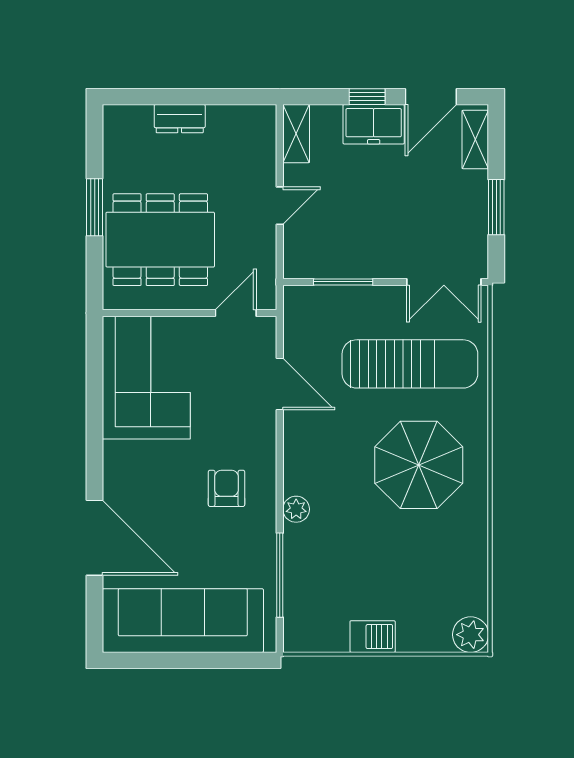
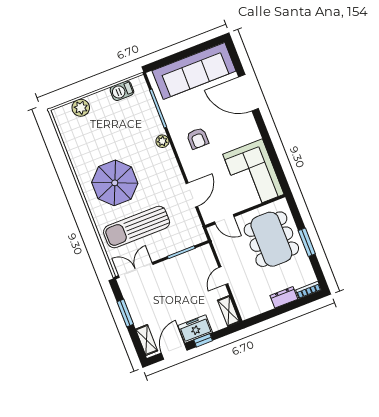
bookcase: (127, 114) -> (308, 290), added
dining table: (160, 240) -> (271, 239), turned 90
door: (236, 313) -> (224, 219), hinge flipped
door: (280, 384) -> (192, 195), swing flipped
plant: (471, 635) -> (81, 108), moved
barbecue: (373, 637) -> (122, 91), moved

